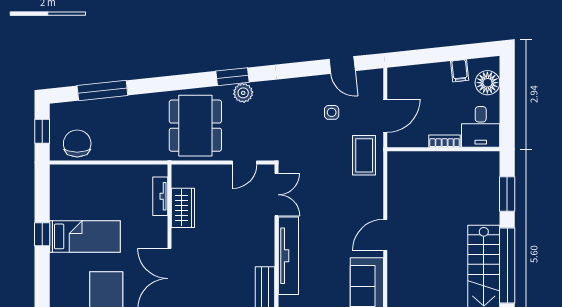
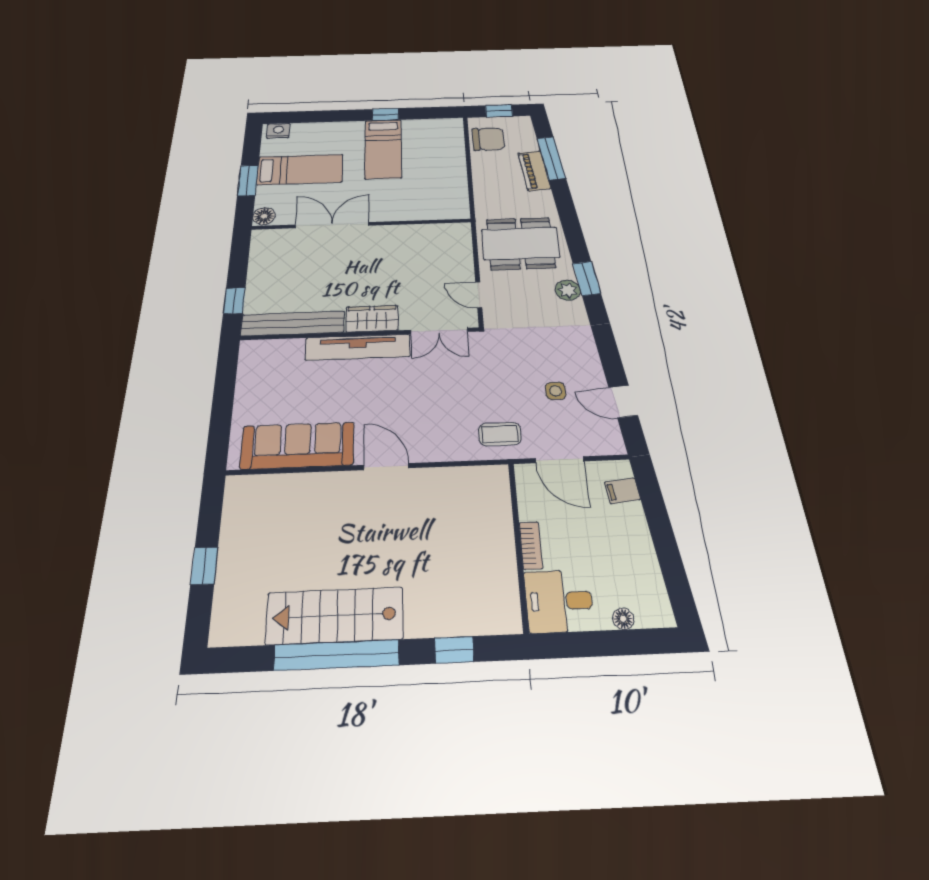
door: (342, 65) -> (623, 401), hinge flipped
filing cabinet: (460, 71) -> (622, 491), moved
floor lamp: (487, 83) -> (623, 619), width x0.53, depth x0.53
piano: (117, 107) -> (534, 171), added
coffee table: (364, 155) -> (500, 434), width x0.73, depth x0.77
window: (507, 194) -> (454, 650), width x0.67
tv unit: (160, 196) -> (432, 213), removed
wardrobe: (183, 208) -> (372, 319), moved, turned 180

